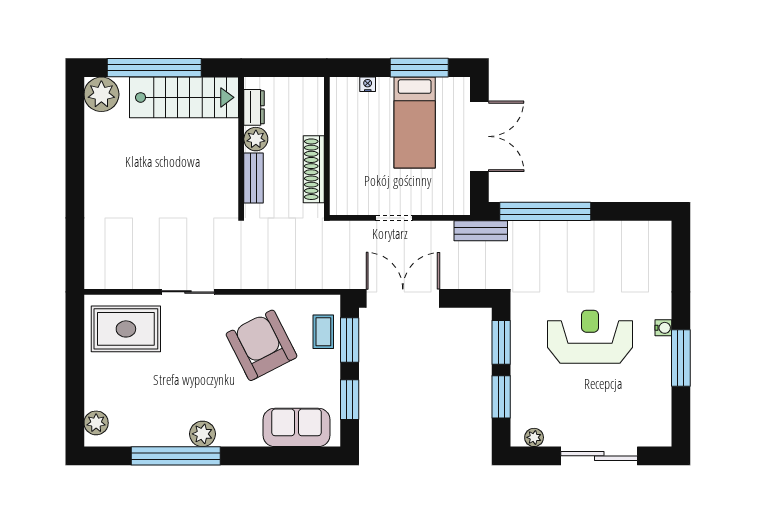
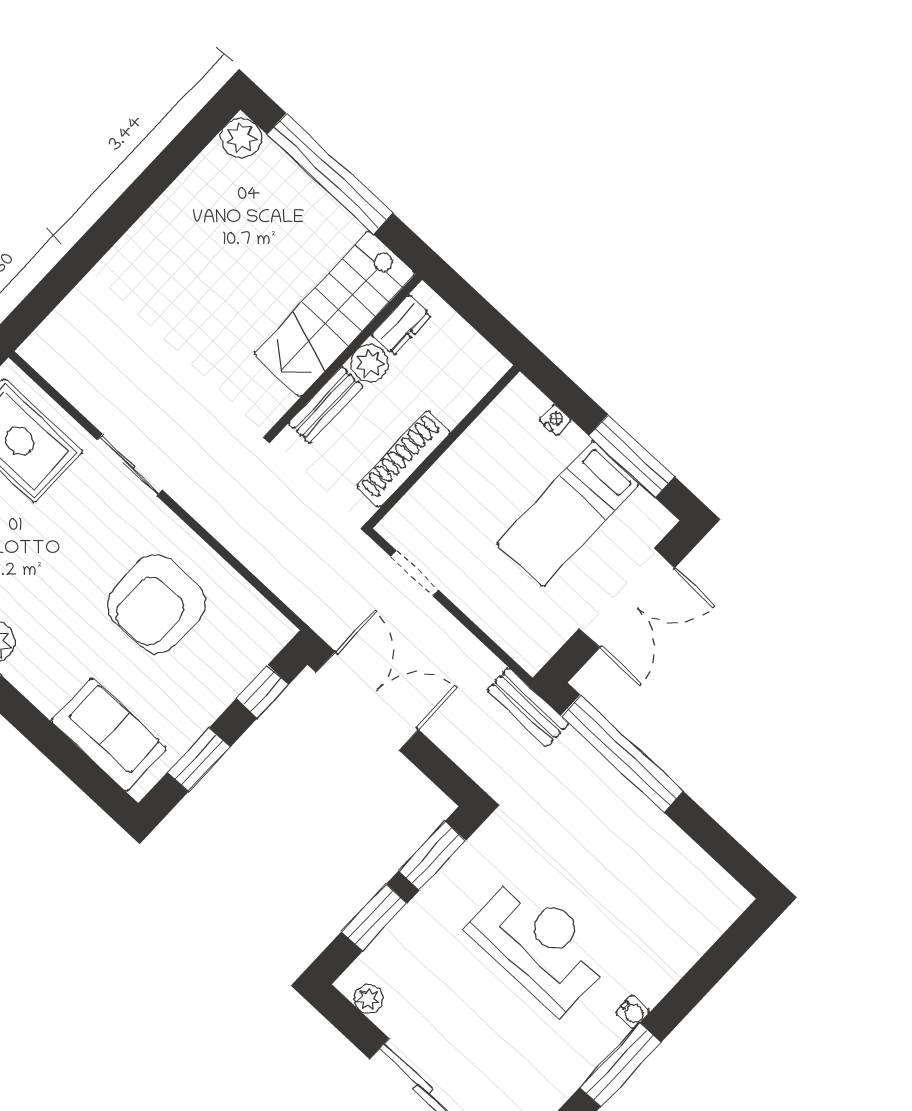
plant: (101, 94) -> (241, 138), width x0.73, depth x0.73
stairs: (184, 97) -> (335, 314), moved, turned 90
doorway: (394, 218) -> (415, 573), moved
coffee table: (323, 332) -> (241, 654), removed
window: (350, 340) -> (262, 692), width x0.67
armchair: (262, 345) -> (156, 604), turned -153

